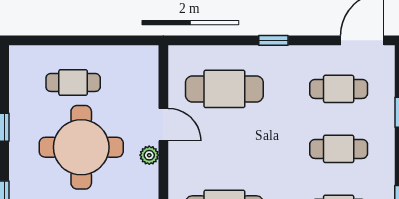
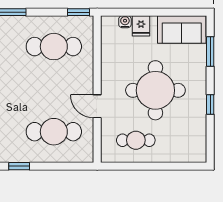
cafe table: (73, 82) -> (136, 140), moved
plant: (149, 155) -> (107, 85), removed

